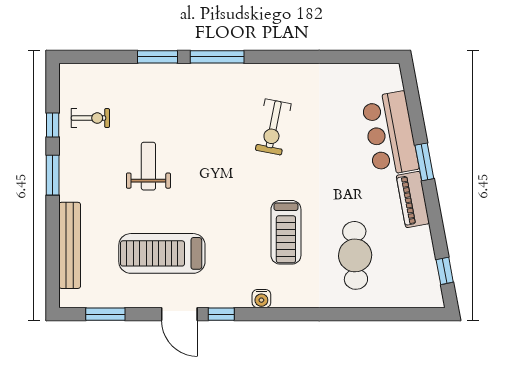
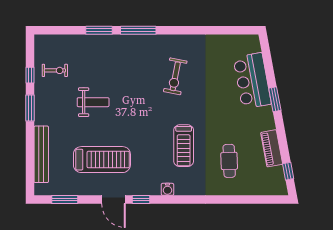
weight bench: (148, 166) -> (93, 102), turned 90
piano: (413, 199) -> (272, 148), moved
treadmill: (162, 253) -> (102, 160), turned 180
cafe table: (355, 255) -> (229, 161), width x0.73, depth x0.74

